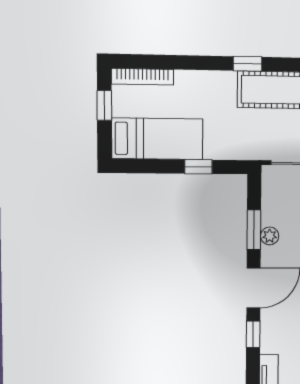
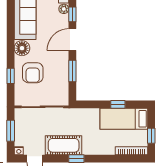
window: (198, 167) -> (118, 104), moved
plant: (270, 236) -> (64, 9), moved

